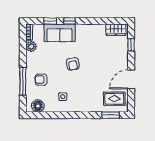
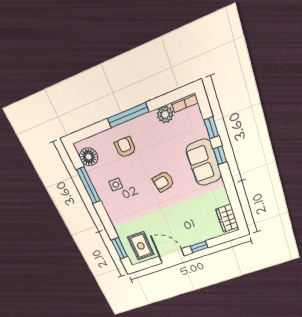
sofa: (60, 33) -> (204, 163), moved
window: (131, 45) -> (199, 247), moved
window: (23, 81) -> (128, 115), moved
window: (56, 115) -> (89, 185), added

